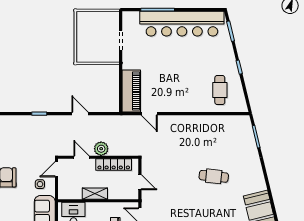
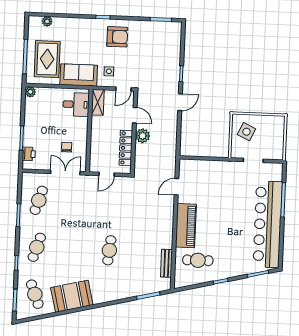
side table: (93, 48) -> (246, 132), added
piano: (131, 91) -> (186, 226), moved, turned -90
door: (80, 114) -> (180, 102), moved
bench: (224, 120) -> (166, 263), added
door: (81, 157) -> (135, 115), hinge flipped
door: (56, 169) -> (123, 89), swing flipped
shelving: (95, 194) -> (98, 102), moved

